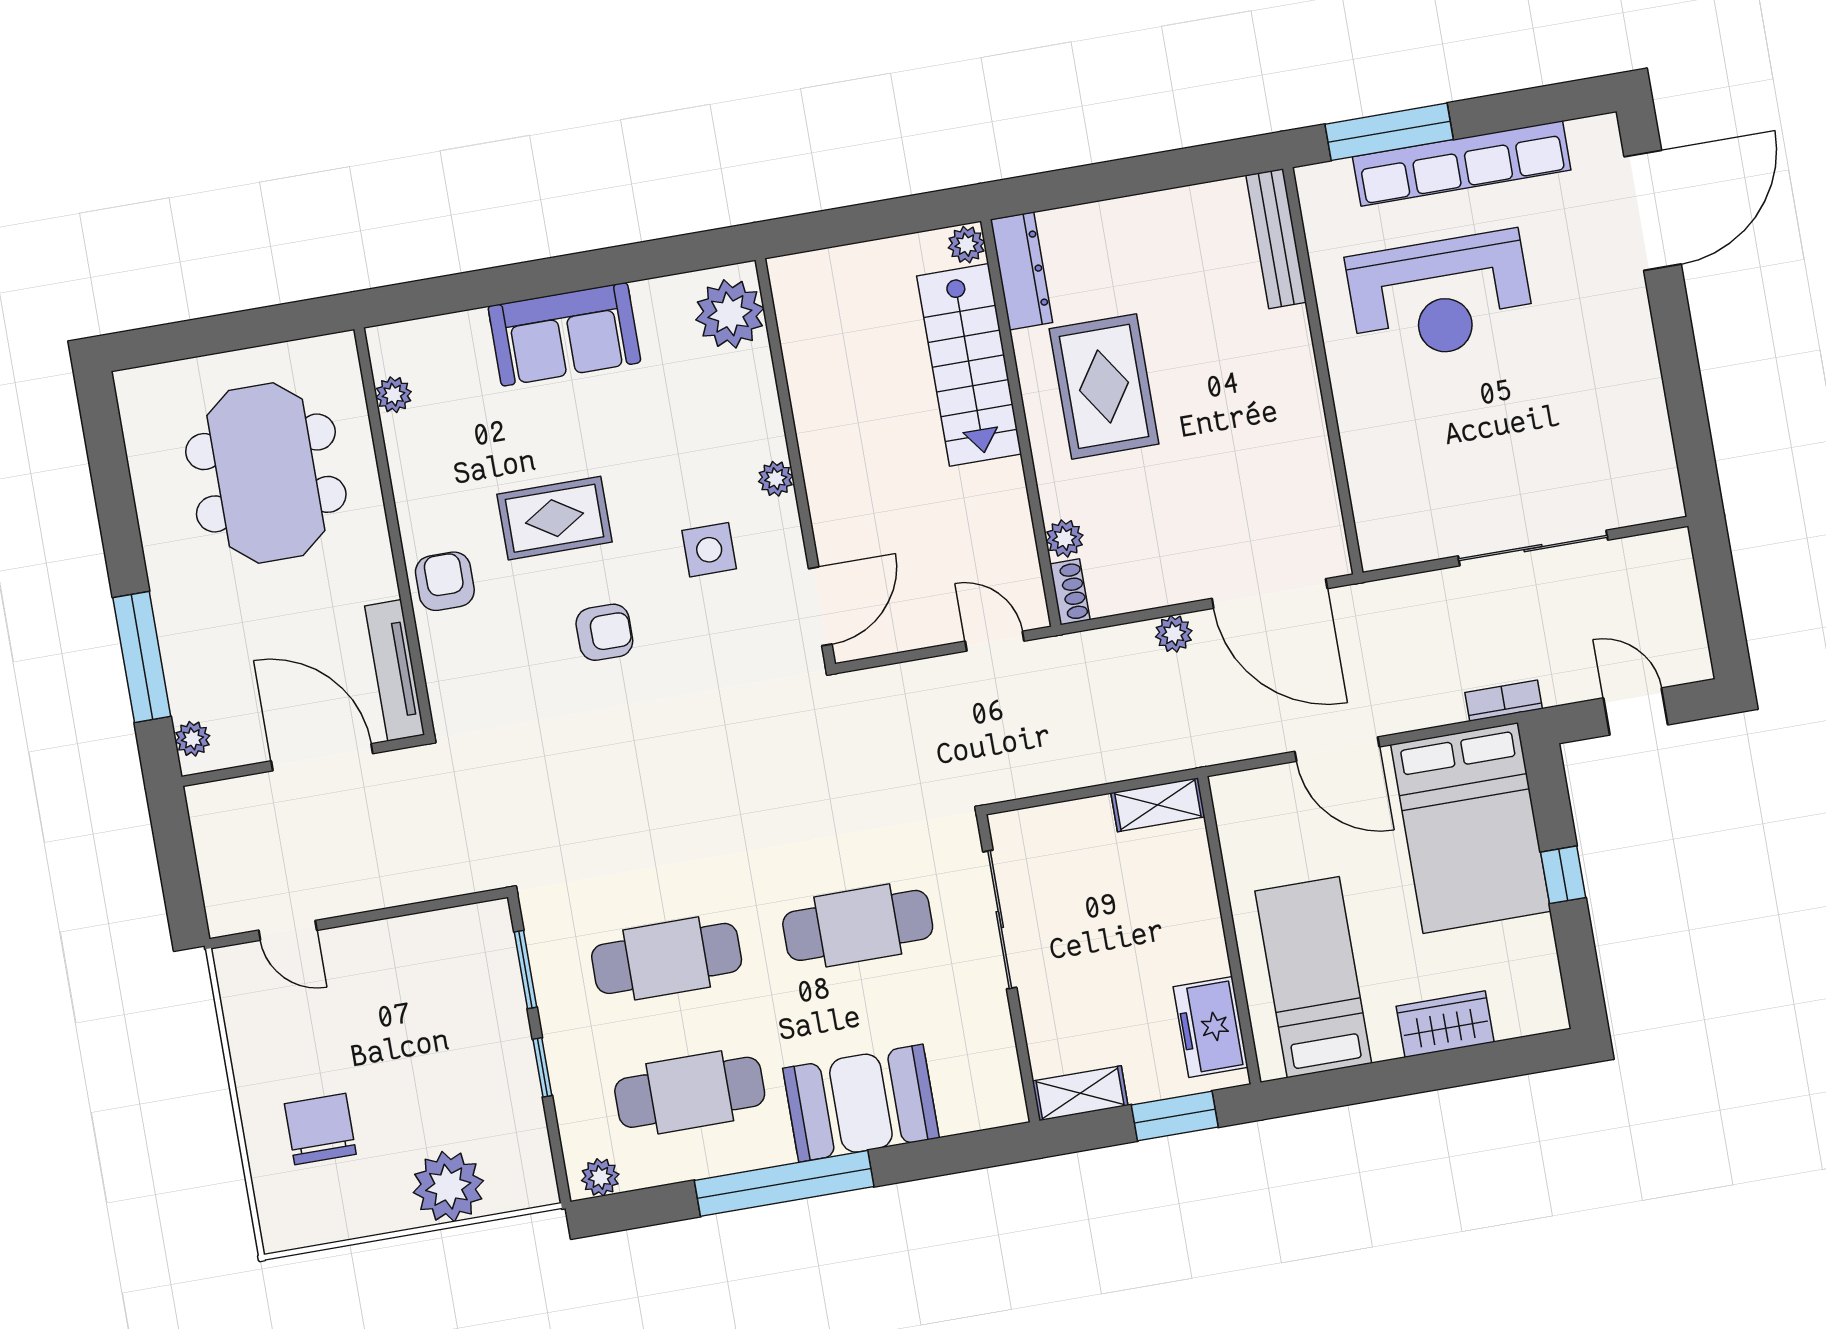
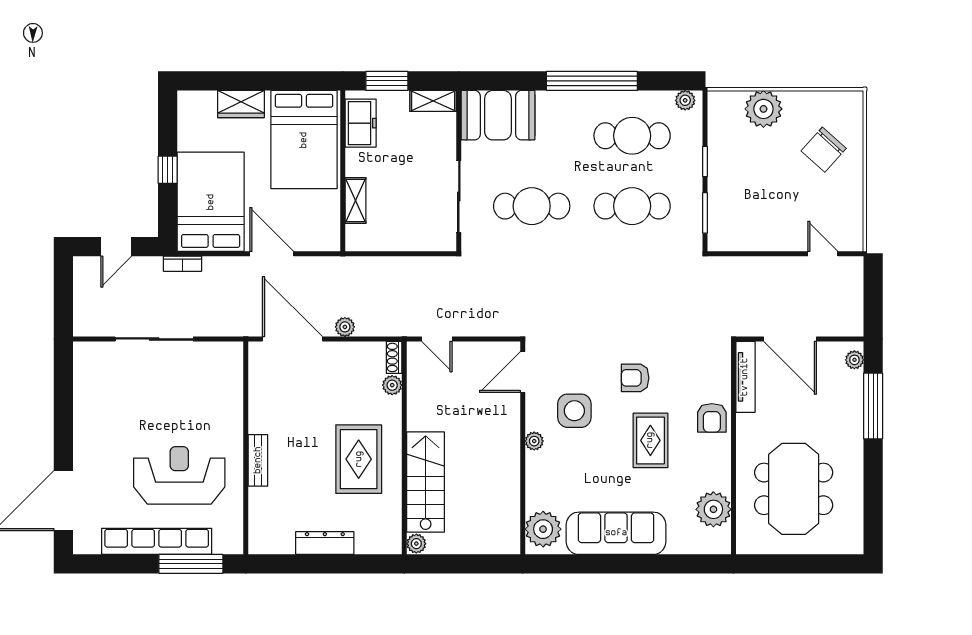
bench: (1276, 239) -> (258, 460), moved, width x0.73
dresser: (1021, 271) -> (325, 543), moved, turned 90
sofa: (564, 334) -> (616, 533), width x1.36
plant: (394, 395) -> (713, 509), width x1.88, depth x1.88
rug: (555, 518) -> (650, 440), turned 90
side table: (709, 550) -> (574, 411), width x1.37, depth x1.37
door: (1636, 711) -> (116, 247), hinge flipped
shelving: (1158, 805) -> (355, 201), moved, turned 90
bed: (1313, 977) -> (304, 140), width x1.50
booth: (861, 1103) -> (498, 115), moved
chair: (320, 1129) -> (824, 150), turned 42

